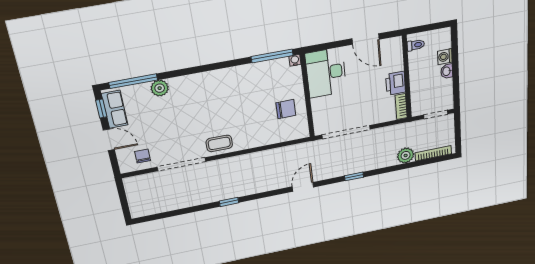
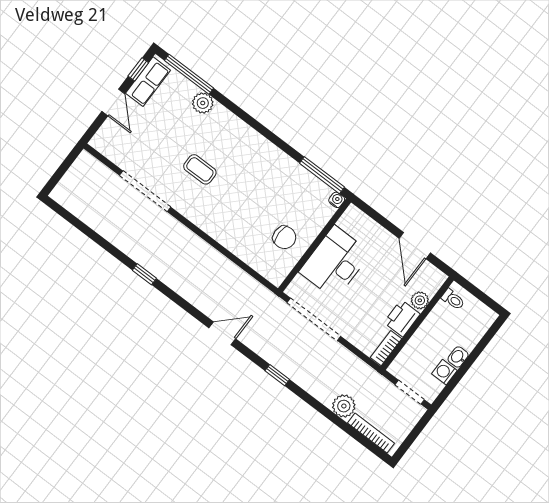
washing machine: (445, 57) -> (444, 372), moved
plant: (397, 64) -> (420, 300), added
desk: (326, 73) -> (335, 262), moved
coffee table: (219, 143) -> (200, 169), moved
chair: (143, 156) -> (123, 147), removed

